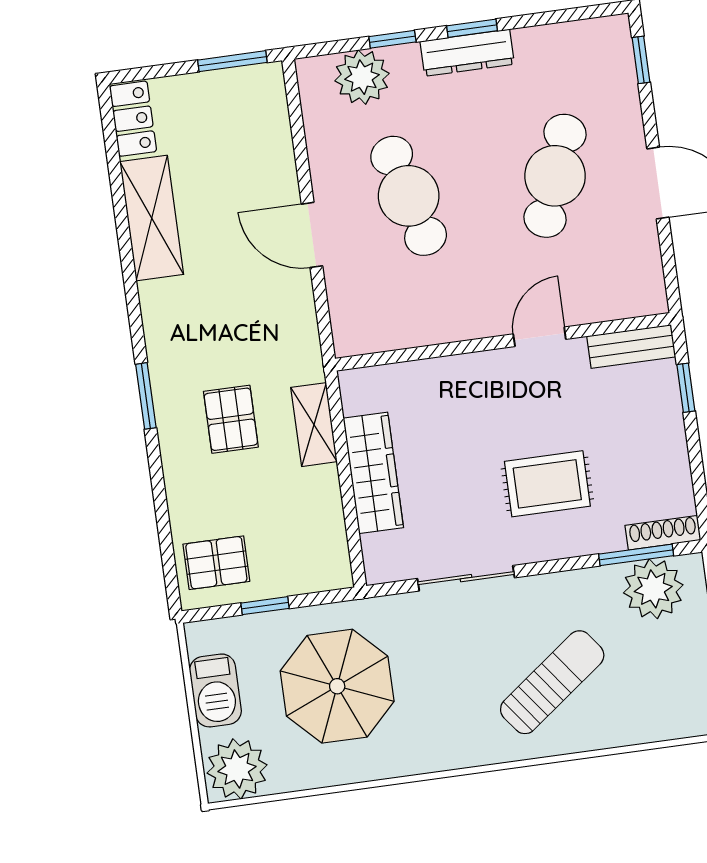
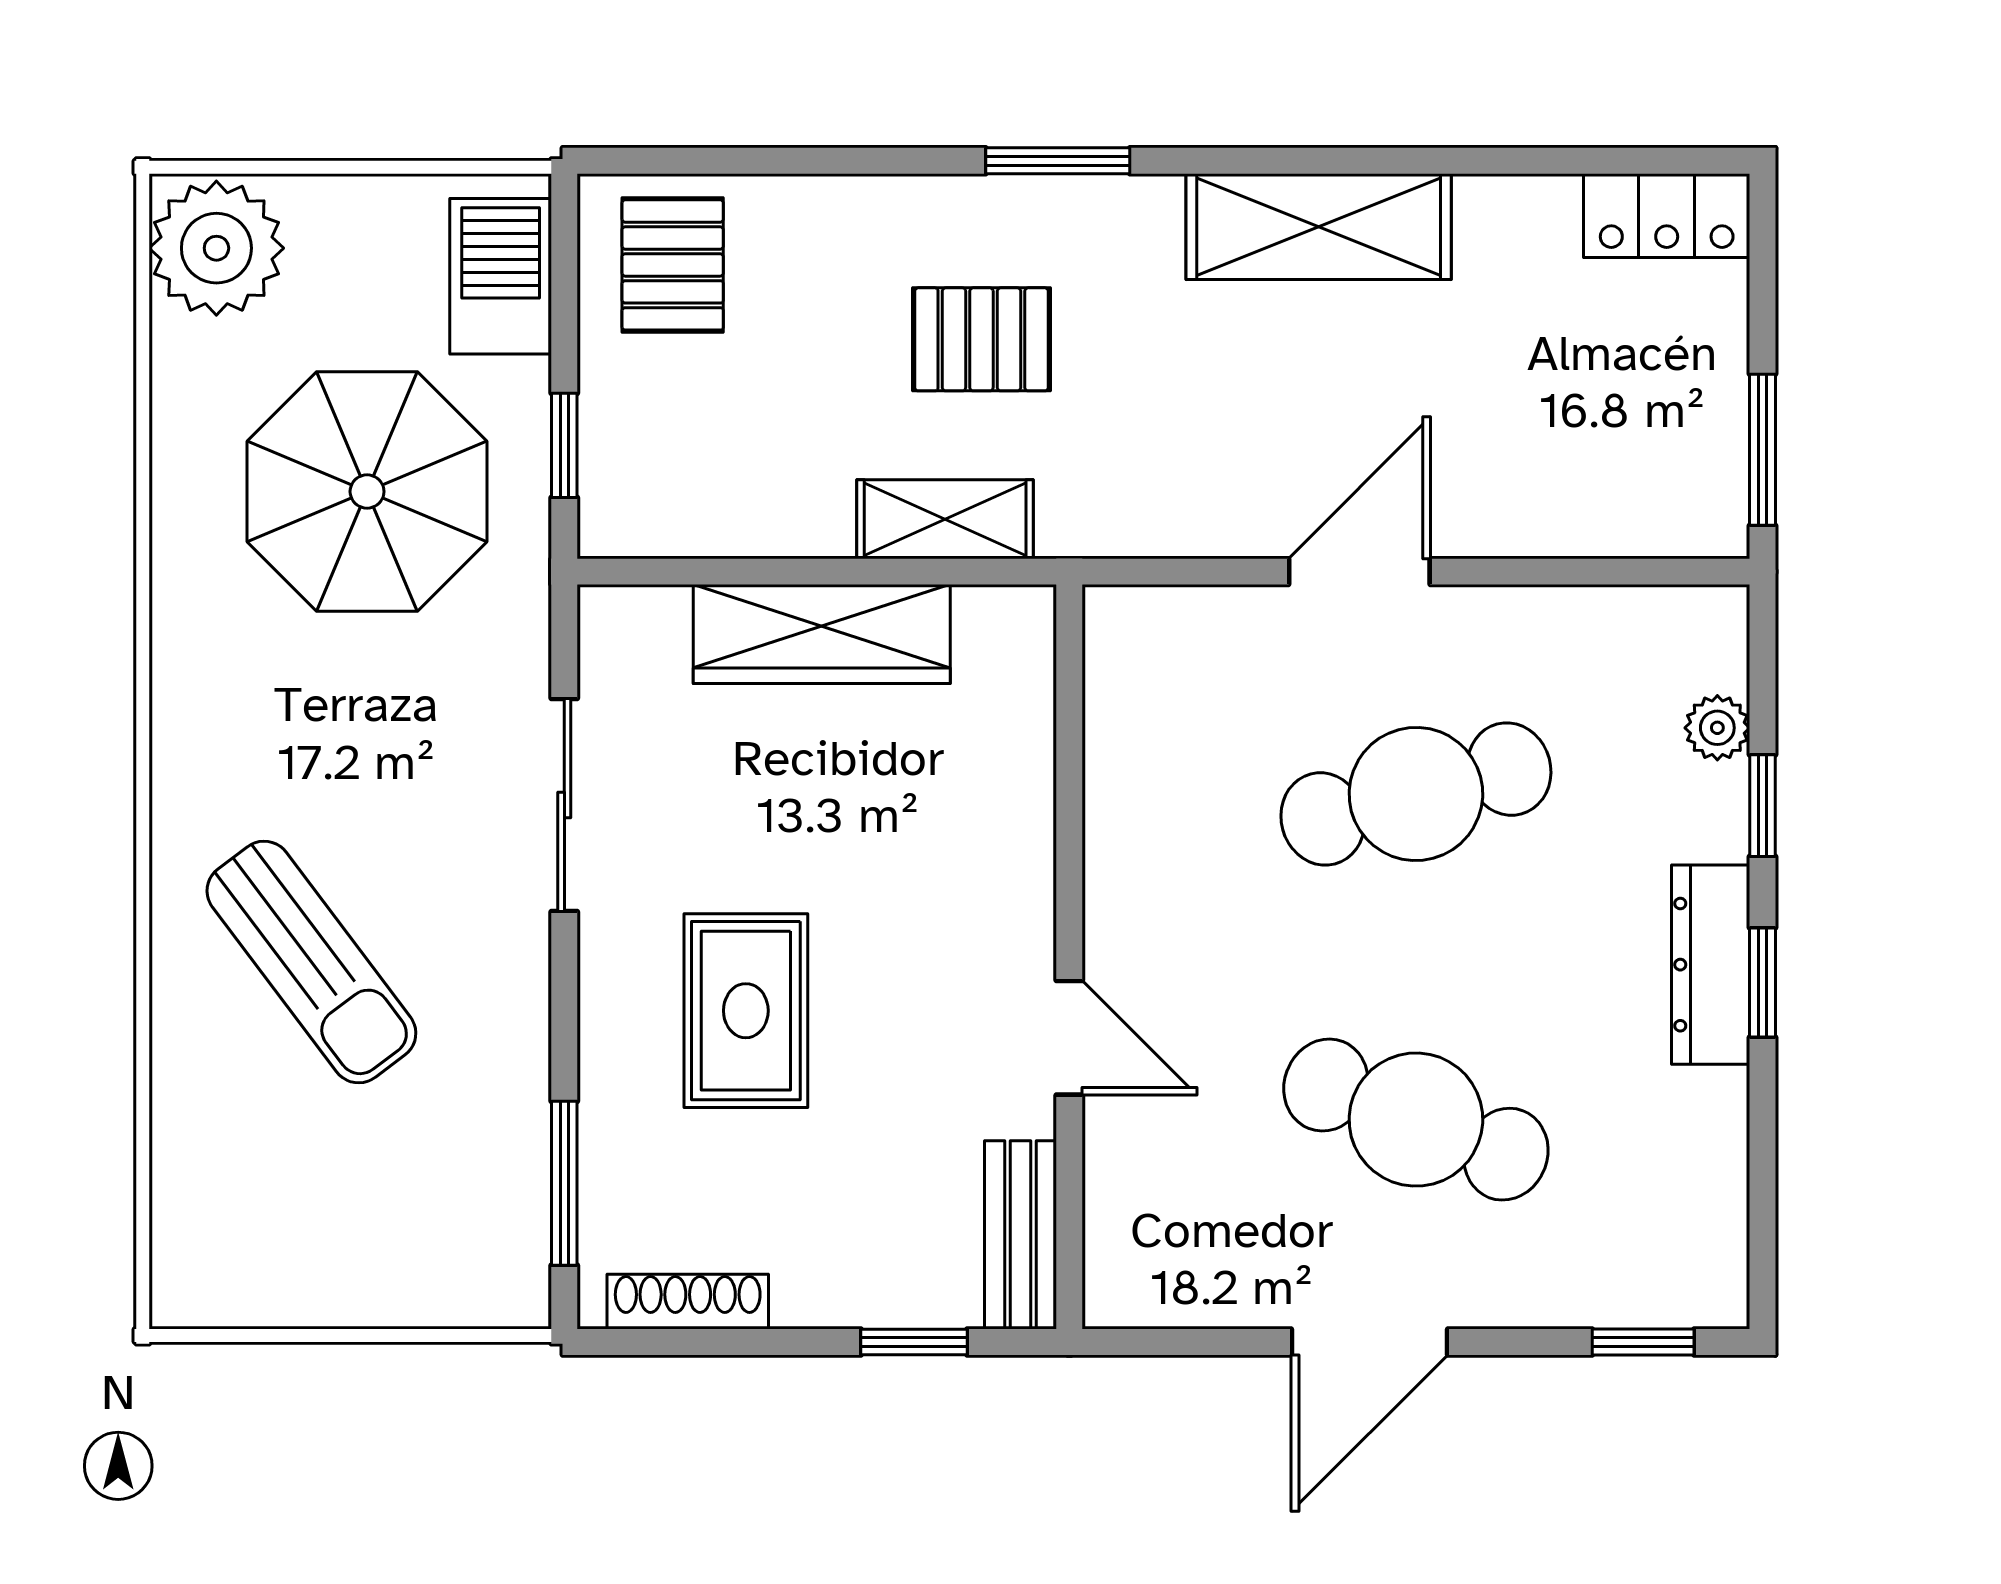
plant: (362, 77) -> (1717, 728), width x0.53, depth x0.53
shelving: (152, 218) -> (1319, 227), moved
shoe rack: (663, 533) -> (688, 1302), moved, turned -90
plant: (653, 589) -> (485, 1210), removed
window: (265, 606) -> (564, 445), moved
barbecue: (215, 690) -> (501, 276), moved, turned 90

